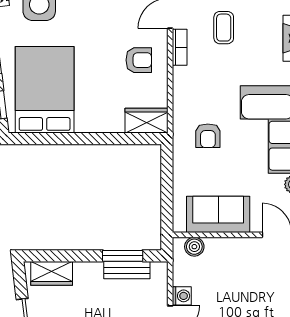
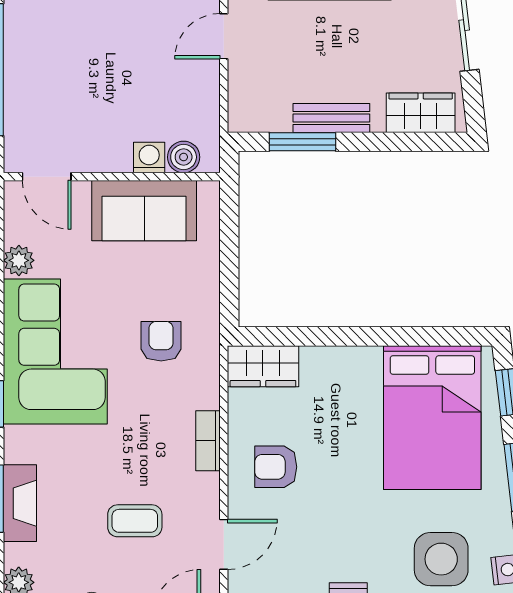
coffee table: (224, 28) -> (135, 521), turned 90
bookcase: (180, 47) -> (208, 441), moved
bench: (127, 270) -> (331, 118), moved
washing machine: (182, 296) -> (149, 157), moved, turned 90

